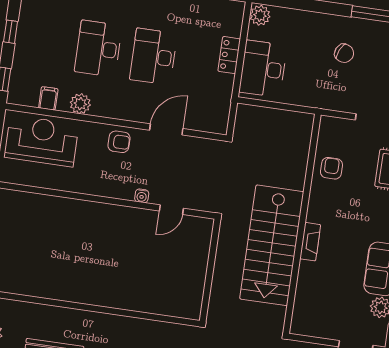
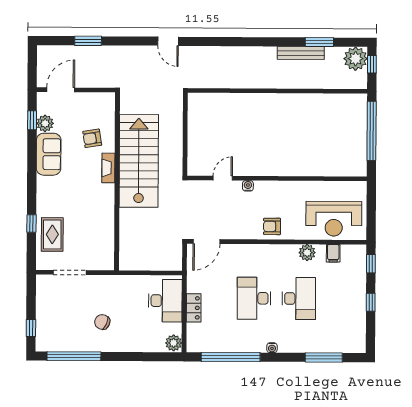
desk: (153, 57) -> (254, 298), turned 180
door: (166, 129) -> (206, 241), moved
armchair: (331, 168) -> (92, 138), moved, turned 81

